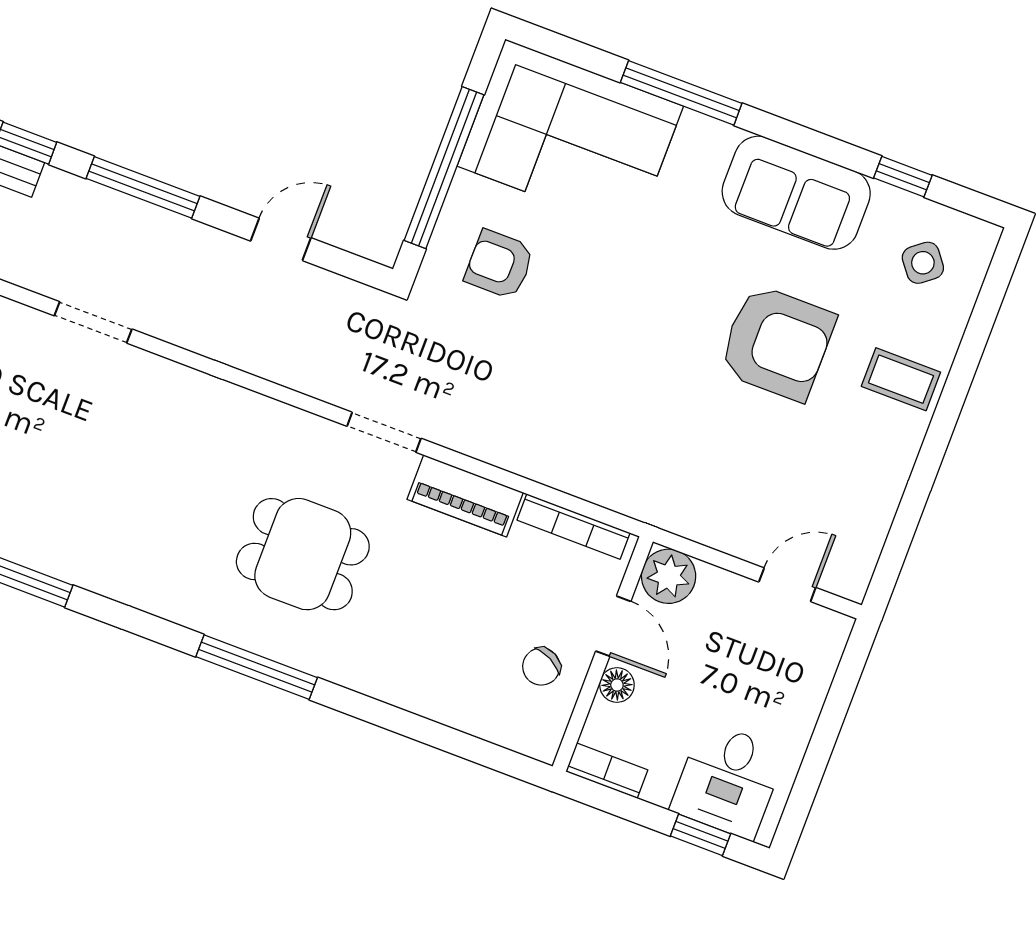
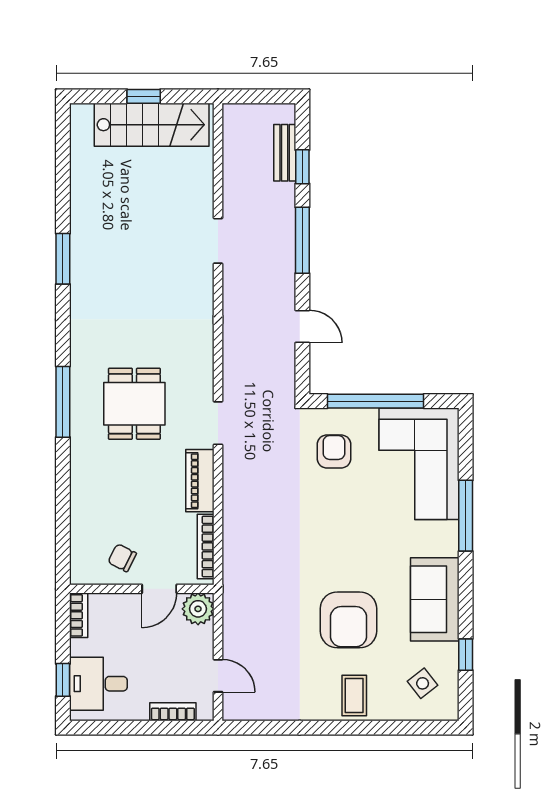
bookcase: (818, 678) -> (173, 712), added
floor lamp: (617, 685) -> (128, 603), removed

